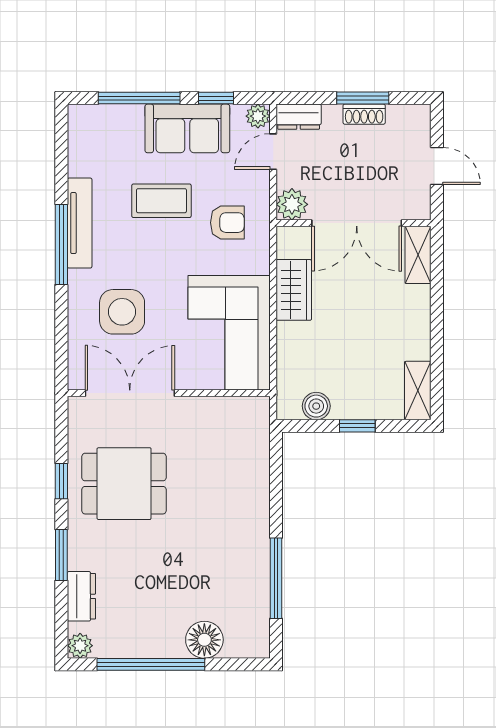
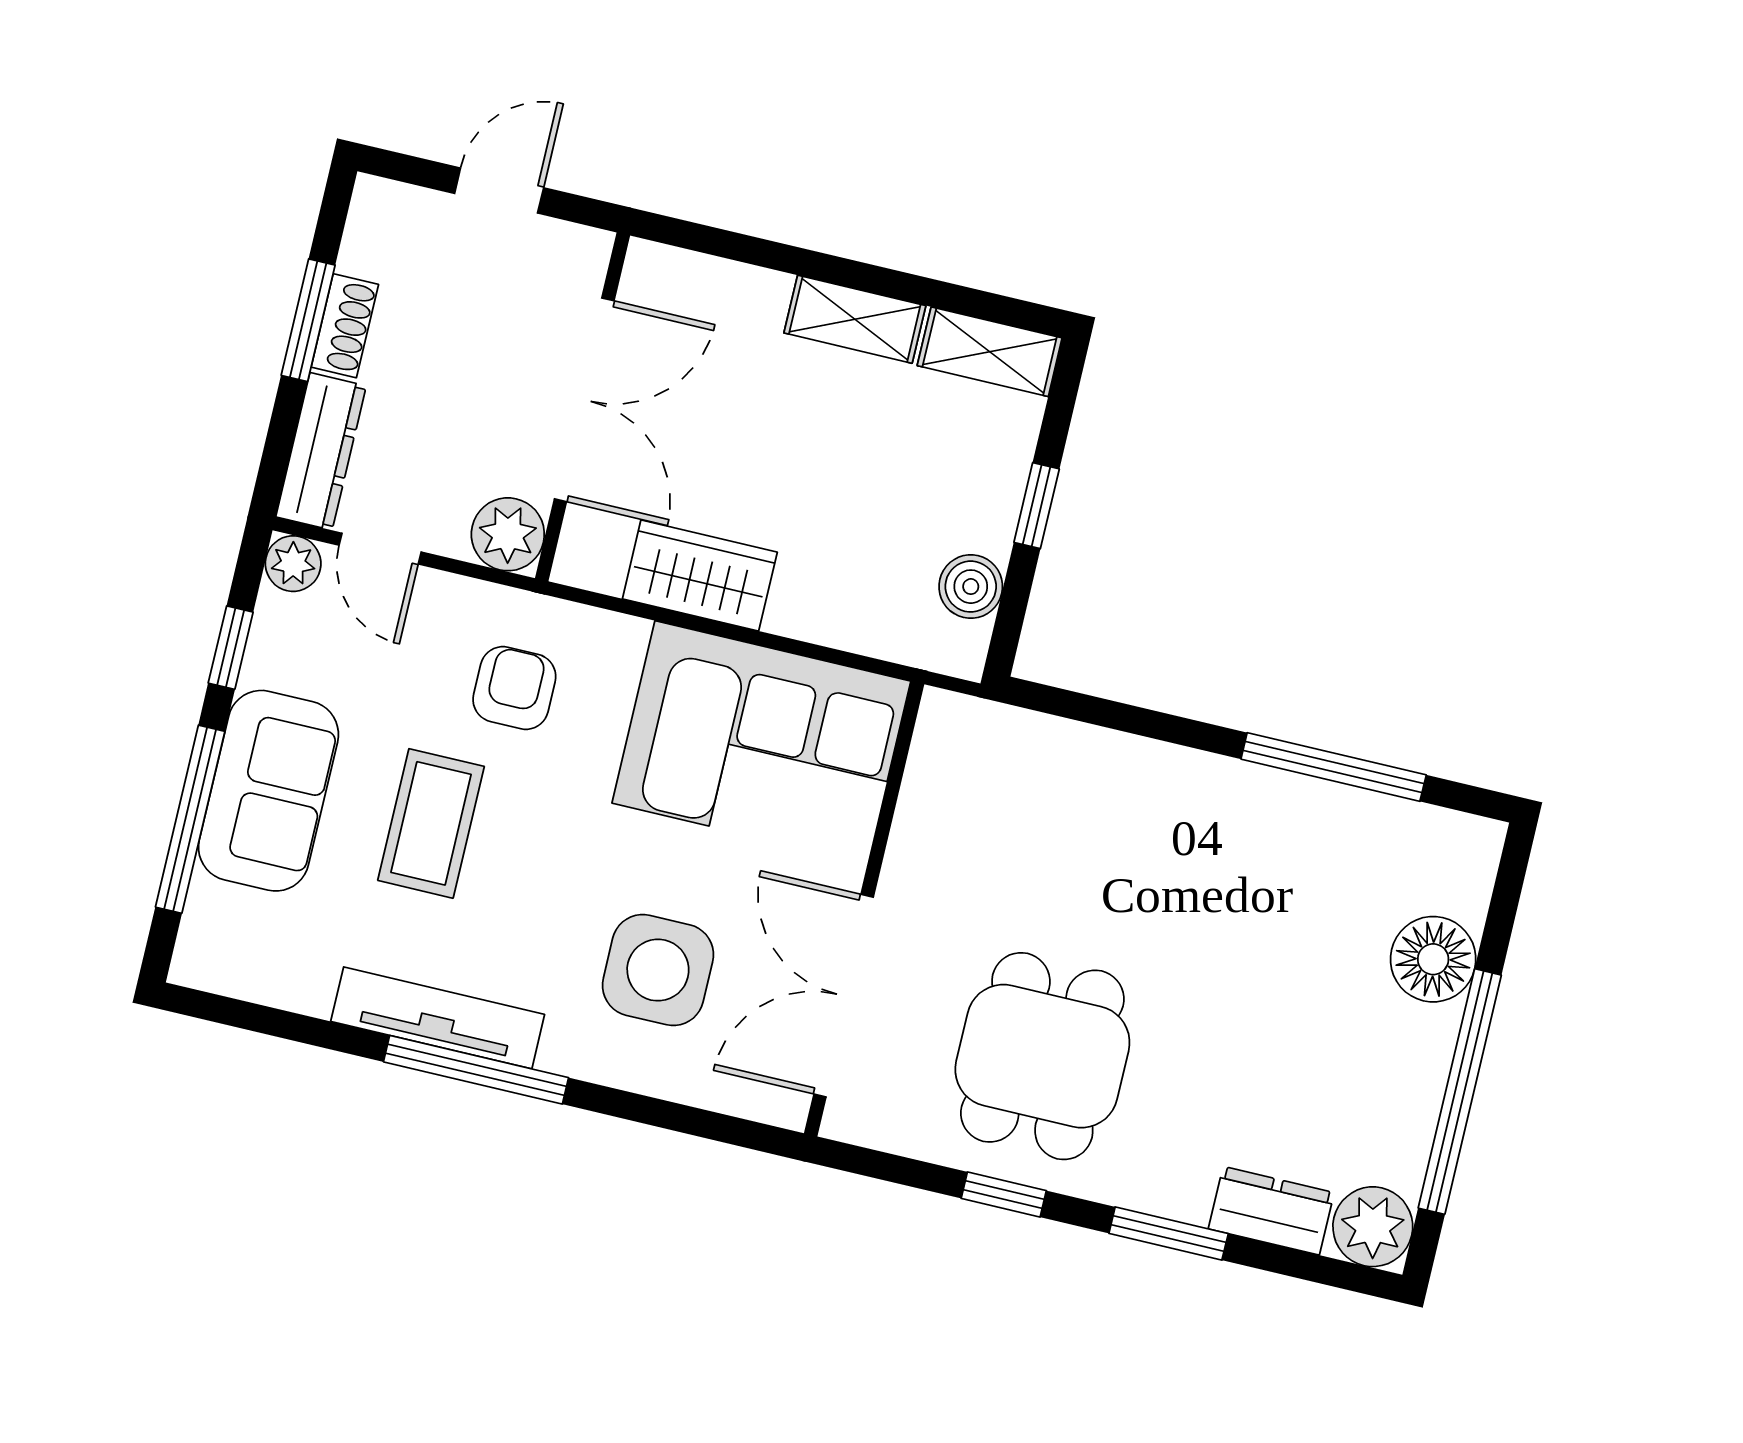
dresser: (299, 117) -> (321, 451), width x1.44
sofa: (187, 128) -> (268, 791), moved
shelving: (418, 255) -> (855, 319), moved
plant: (80, 646) -> (1373, 1227), width x1.38, depth x1.38

